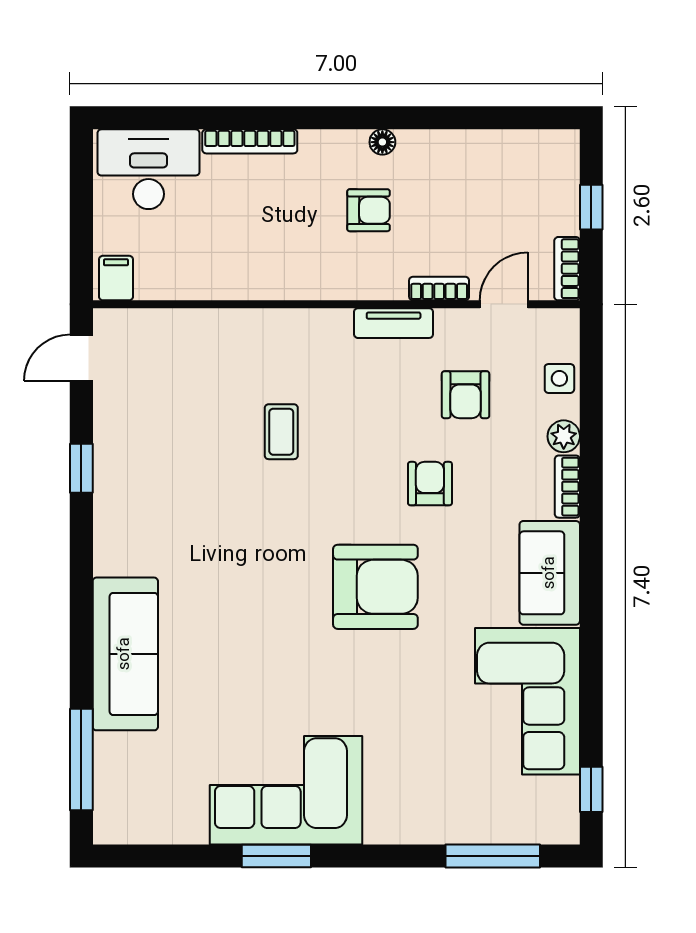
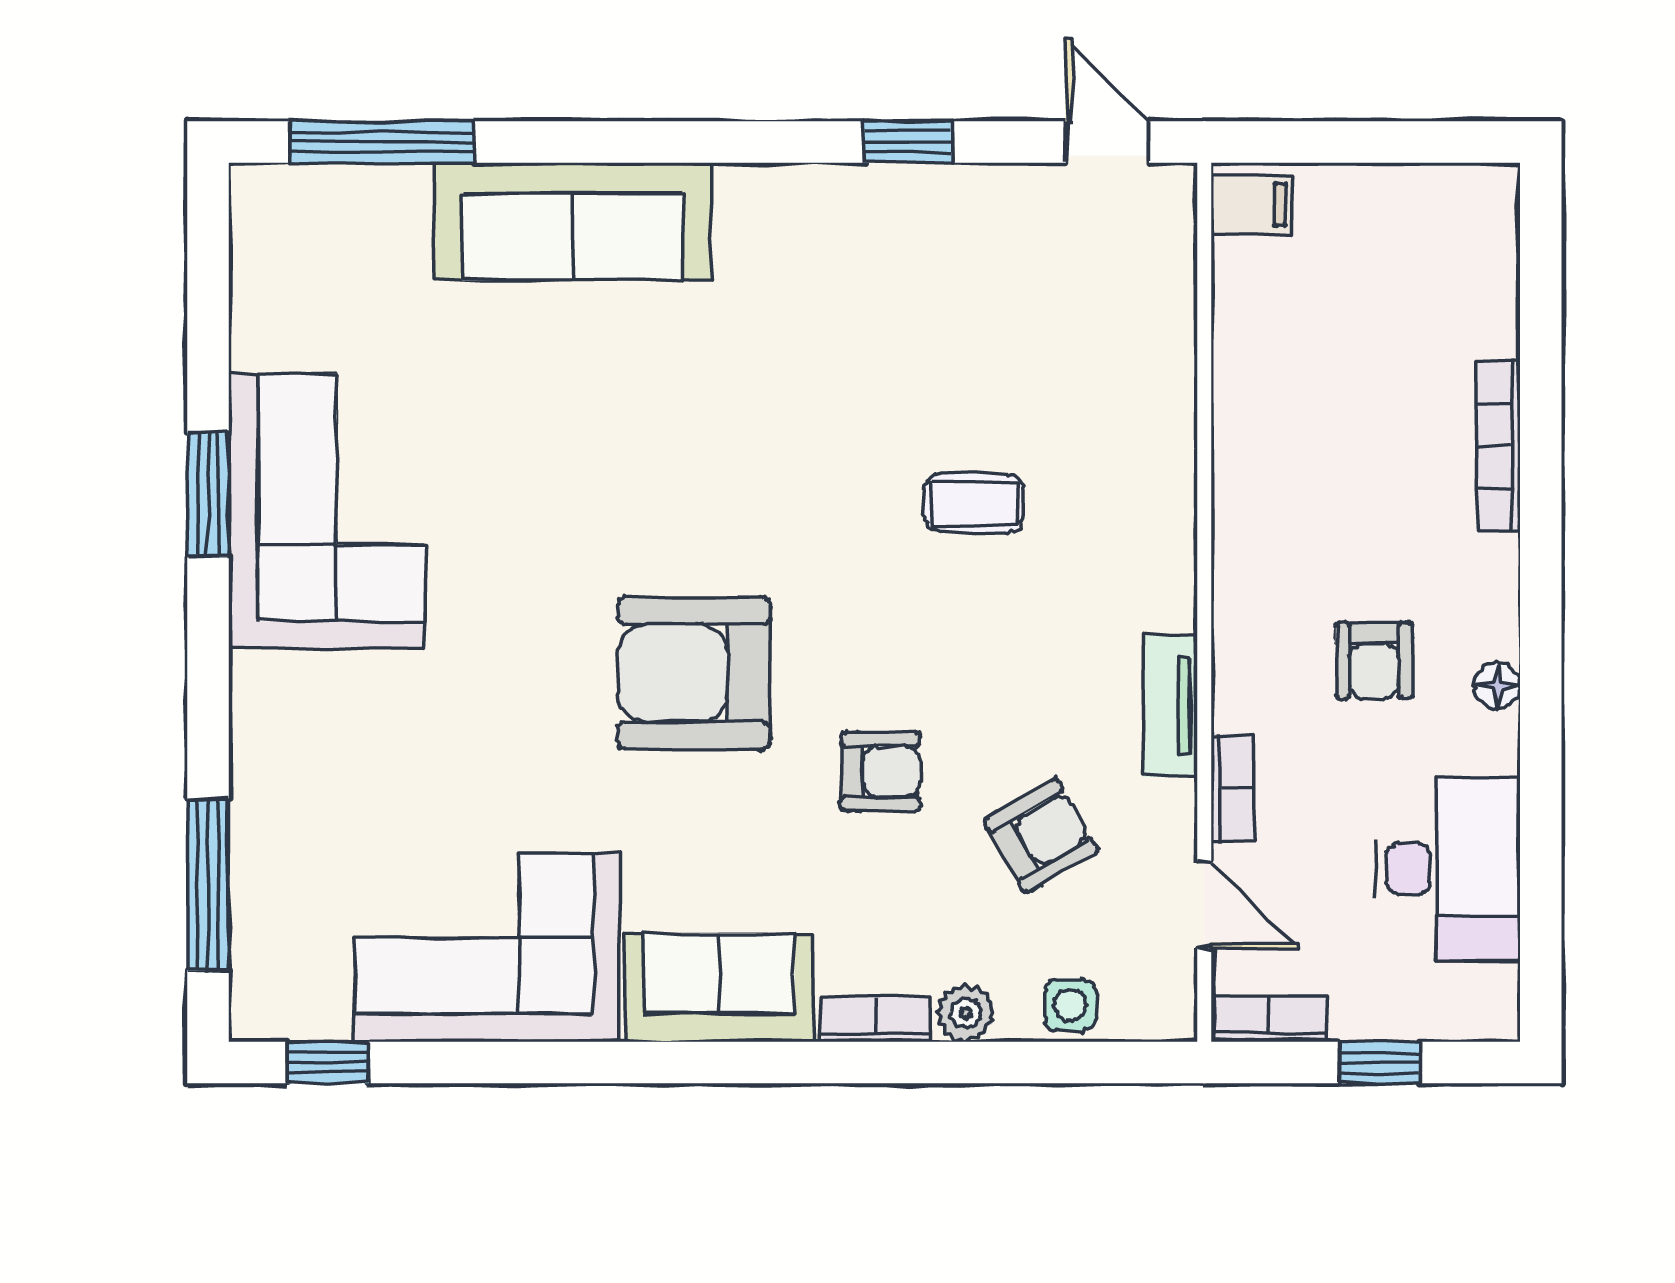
desk: (148, 169) -> (1448, 869), moved
armchair: (466, 395) -> (1041, 836), turned 150
armchair: (375, 587) -> (694, 673), turned 90

